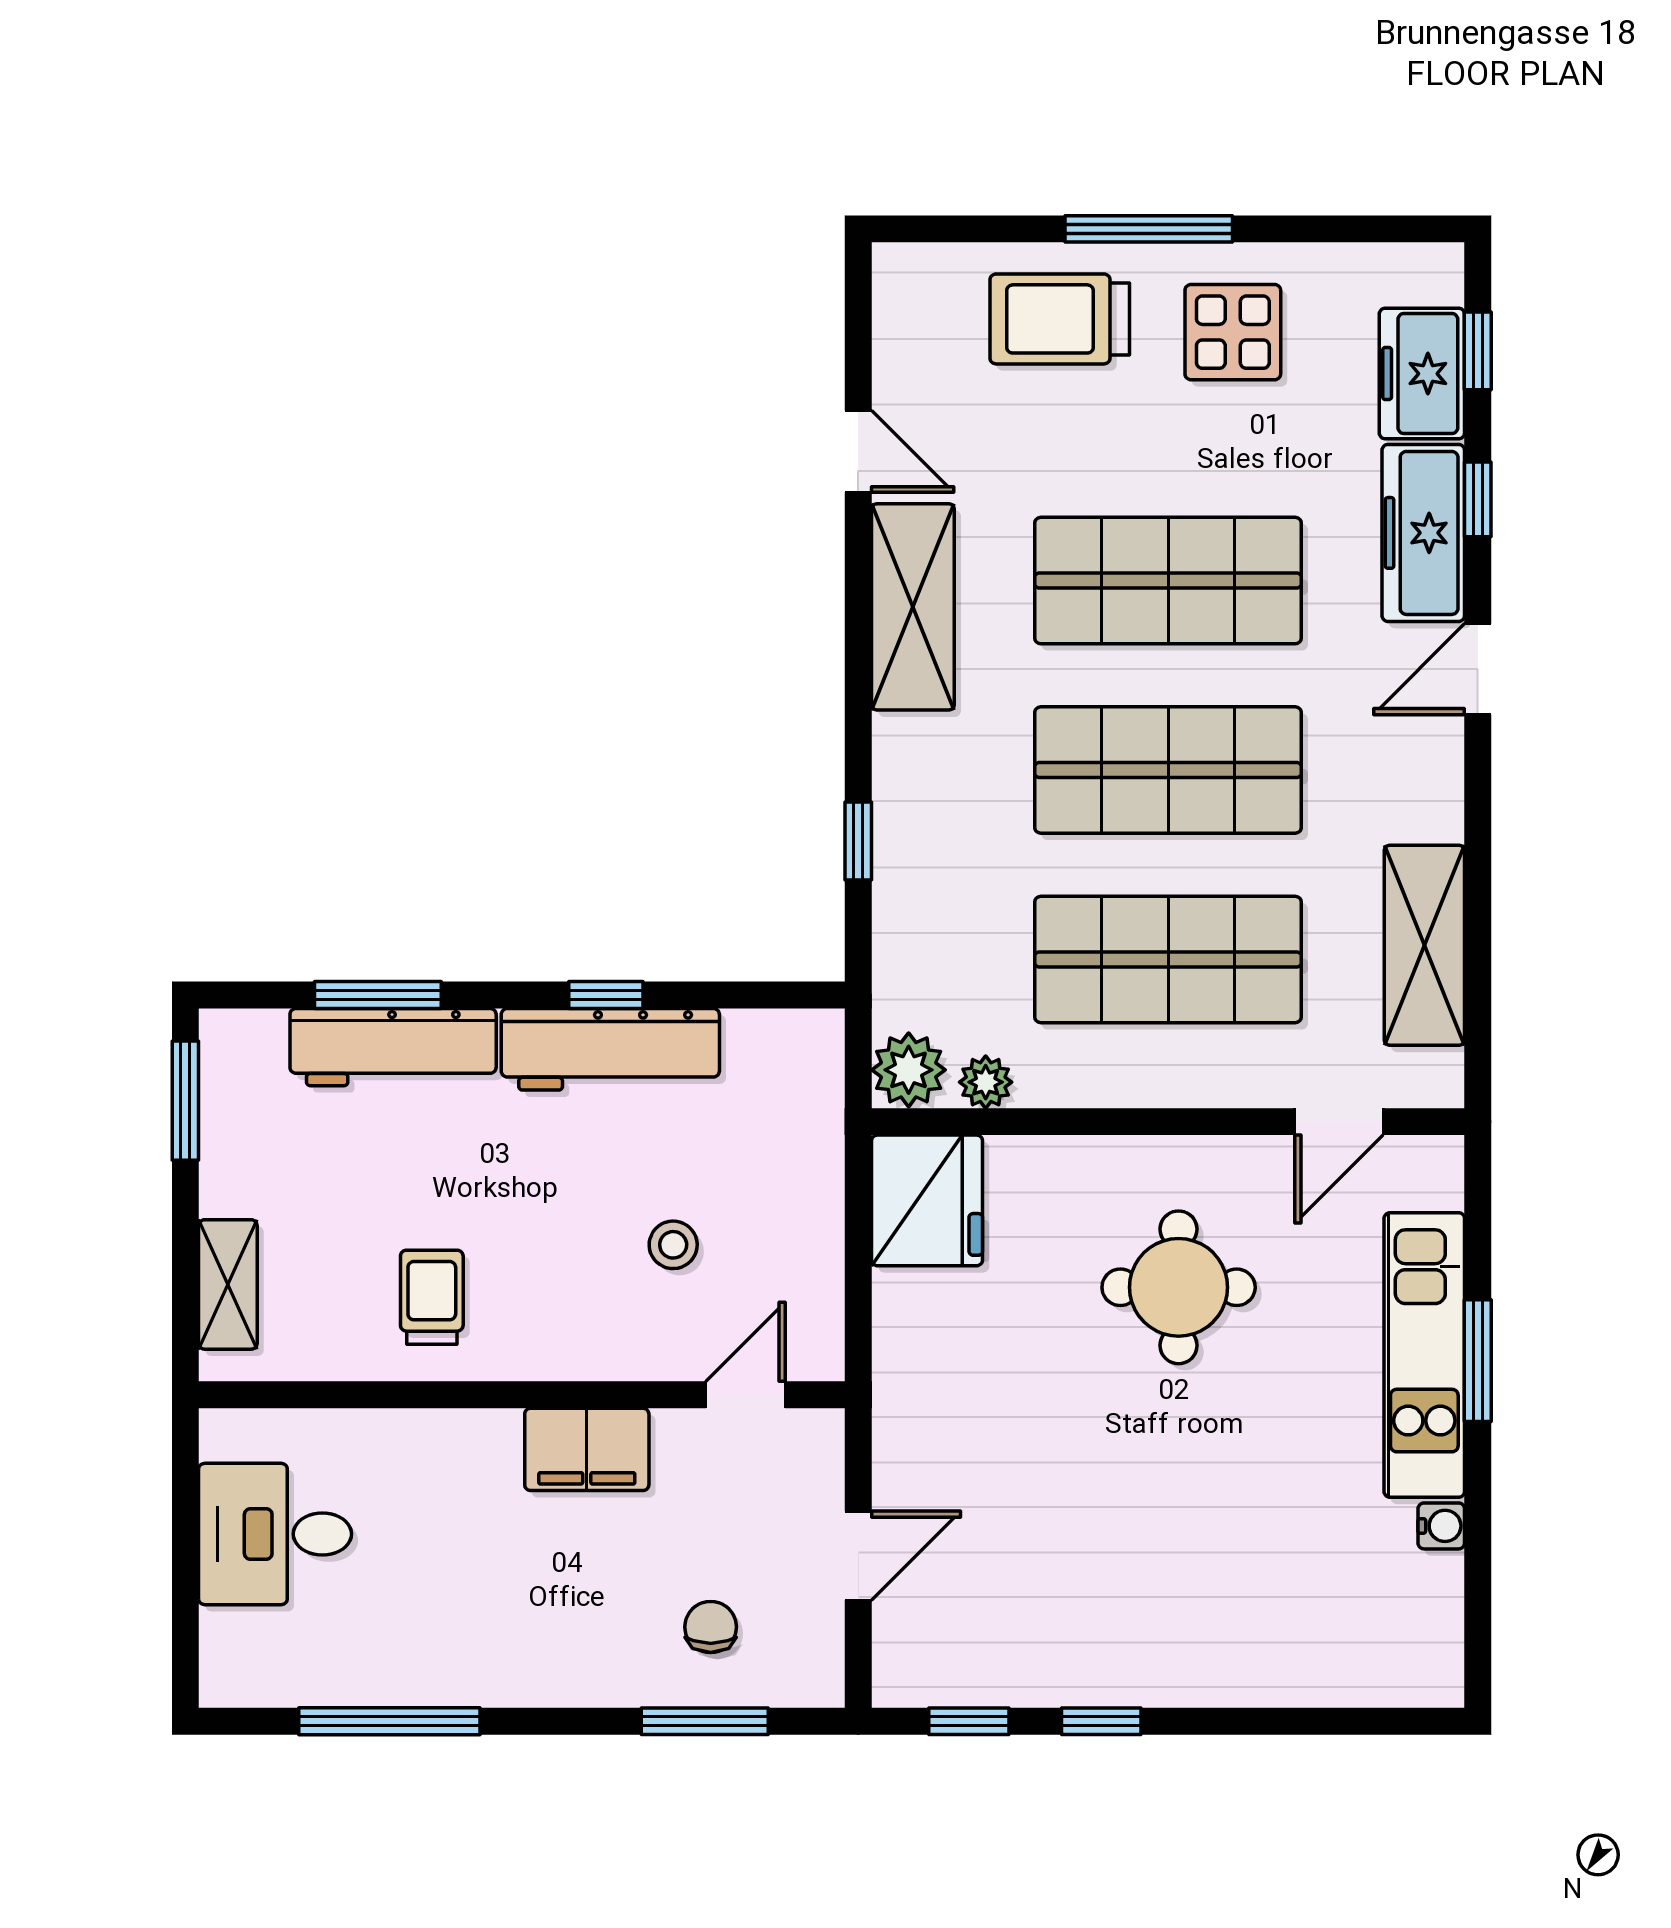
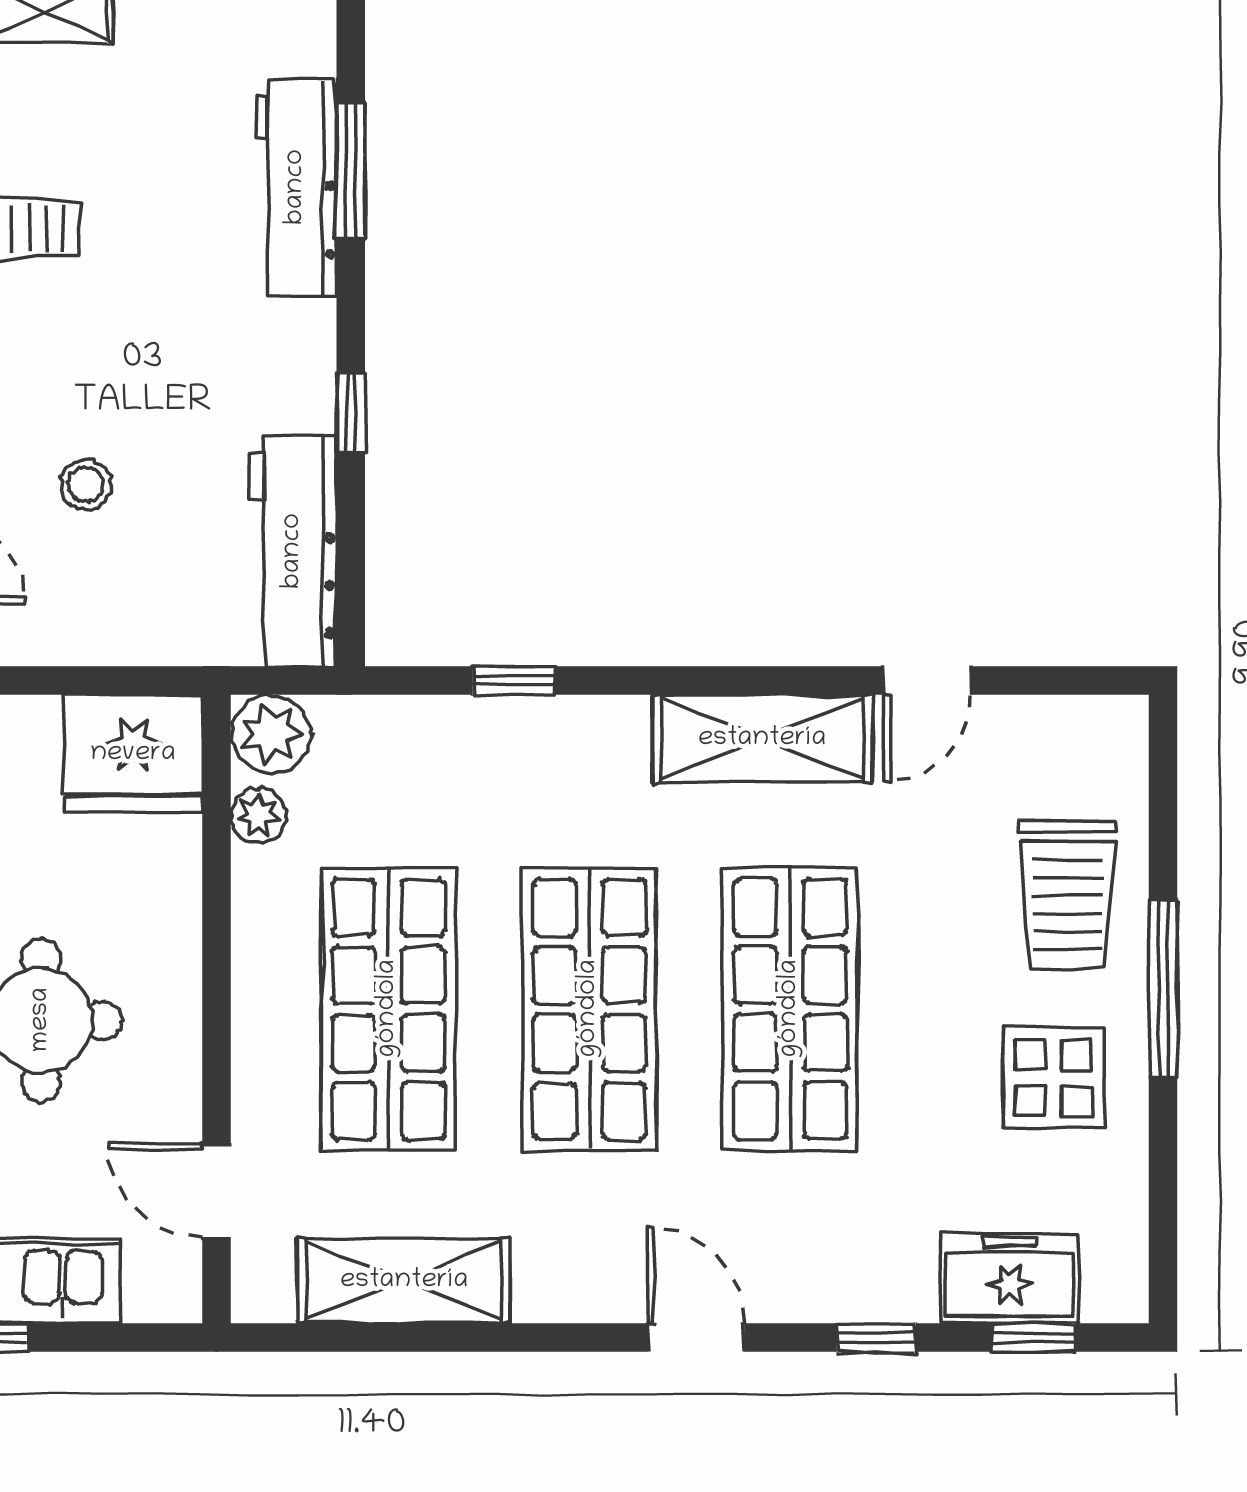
trolley: (1060, 319) -> (1068, 894), turned 180
freezer: (1423, 533) -> (841, 1280), removed
workbench: (610, 1049) -> (293, 551), moved

